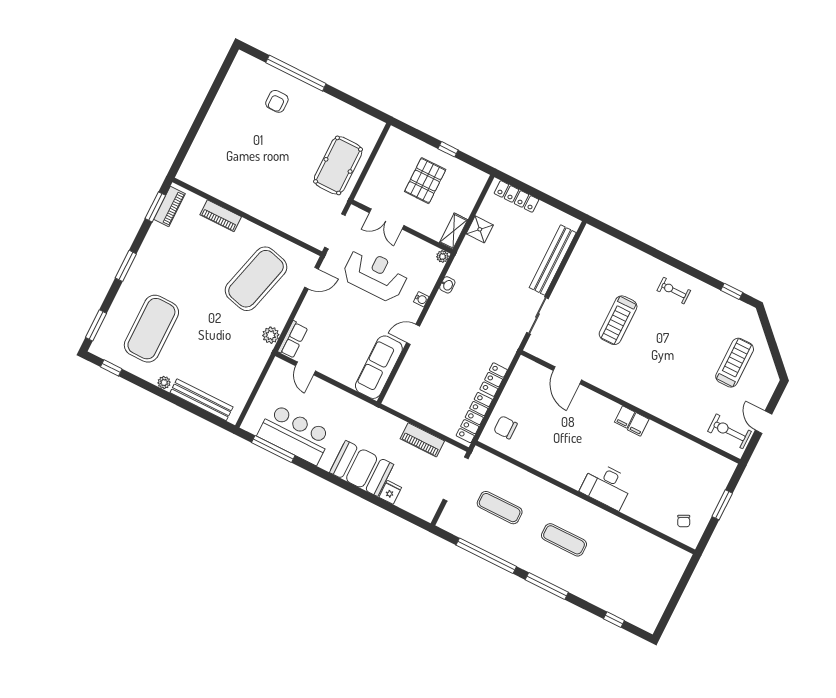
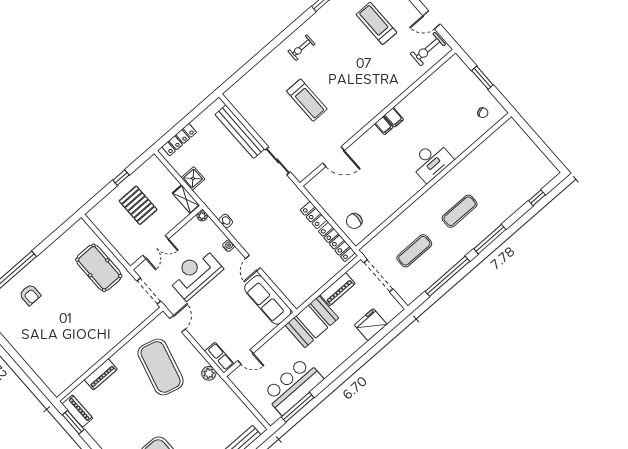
booth: (362, 468) -> (312, 322), moved
fridge: (390, 492) -> (371, 325), width x1.88, depth x1.34

